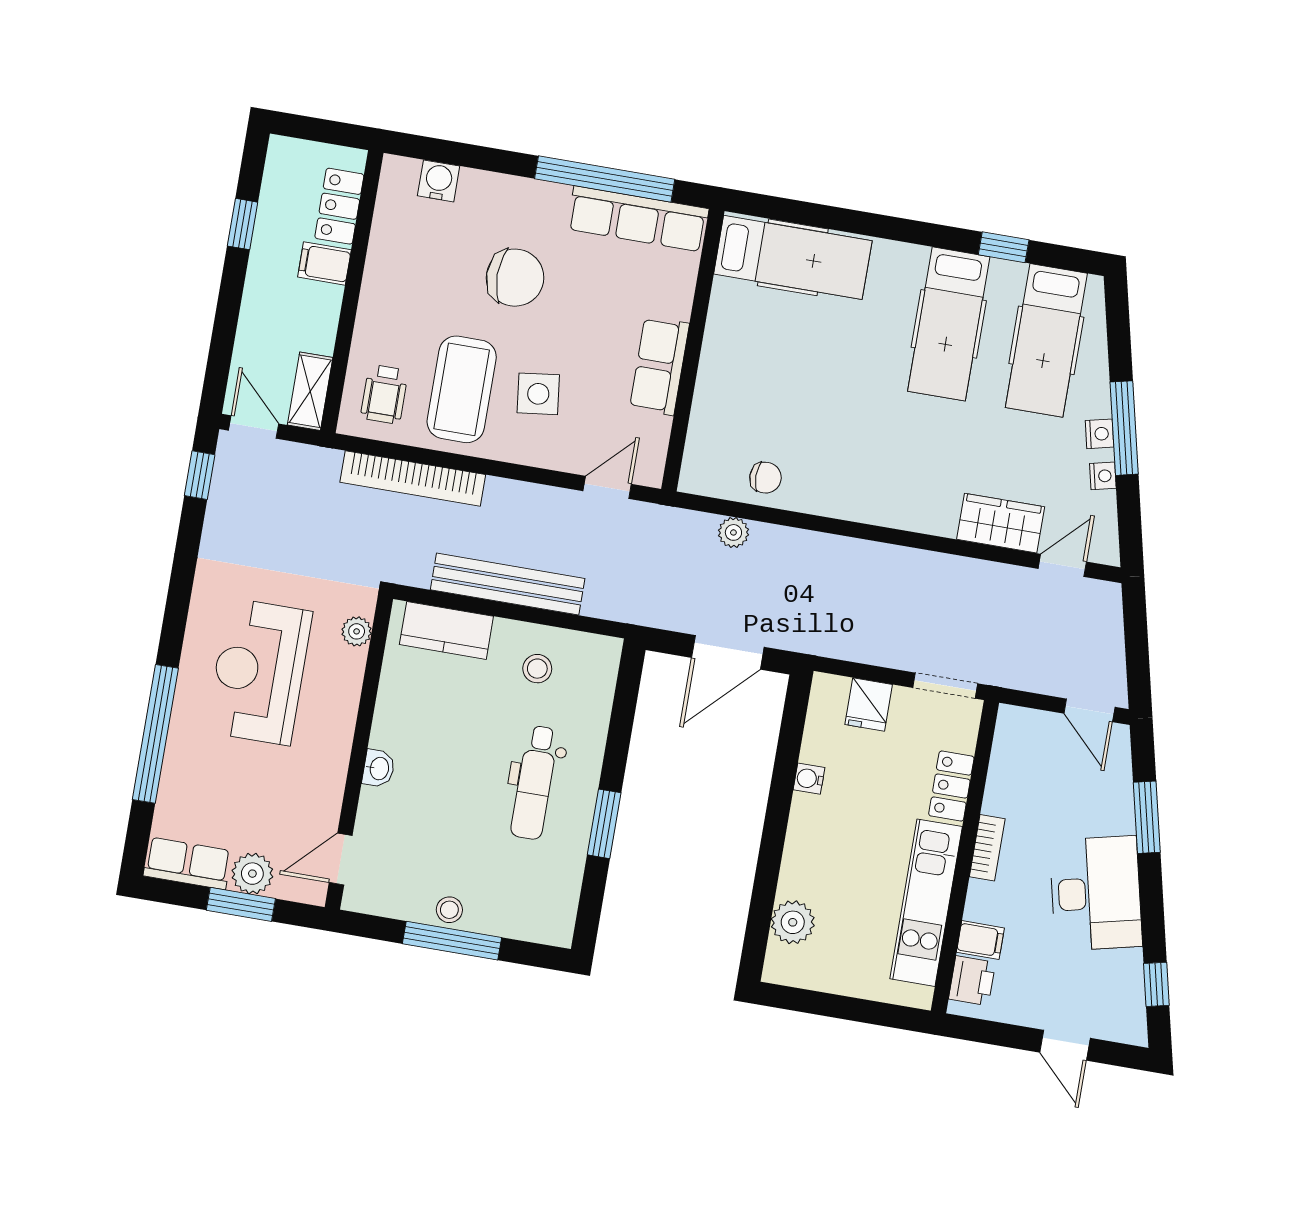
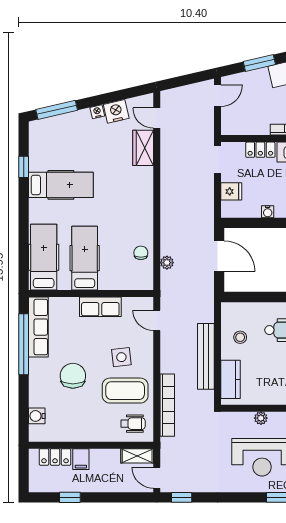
hospital bed: (1046, 340) -> (85, 258), moved, turned -90
door: (254, 427) -> (157, 478), hinge flipped
window: (1124, 428) -> (57, 110), moved
nightstand: (1103, 476) -> (116, 111), width x1.89, depth x1.79
plant: (357, 631) -> (261, 418), moved

